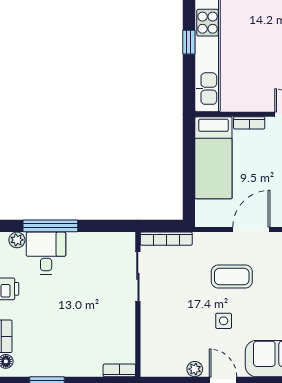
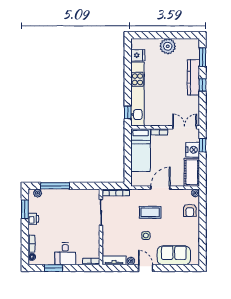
window: (189, 42) -> (128, 112), moved
desk: (46, 253) -> (65, 254), moved, turned 180
tv unit: (163, 368) -> (114, 260), added

